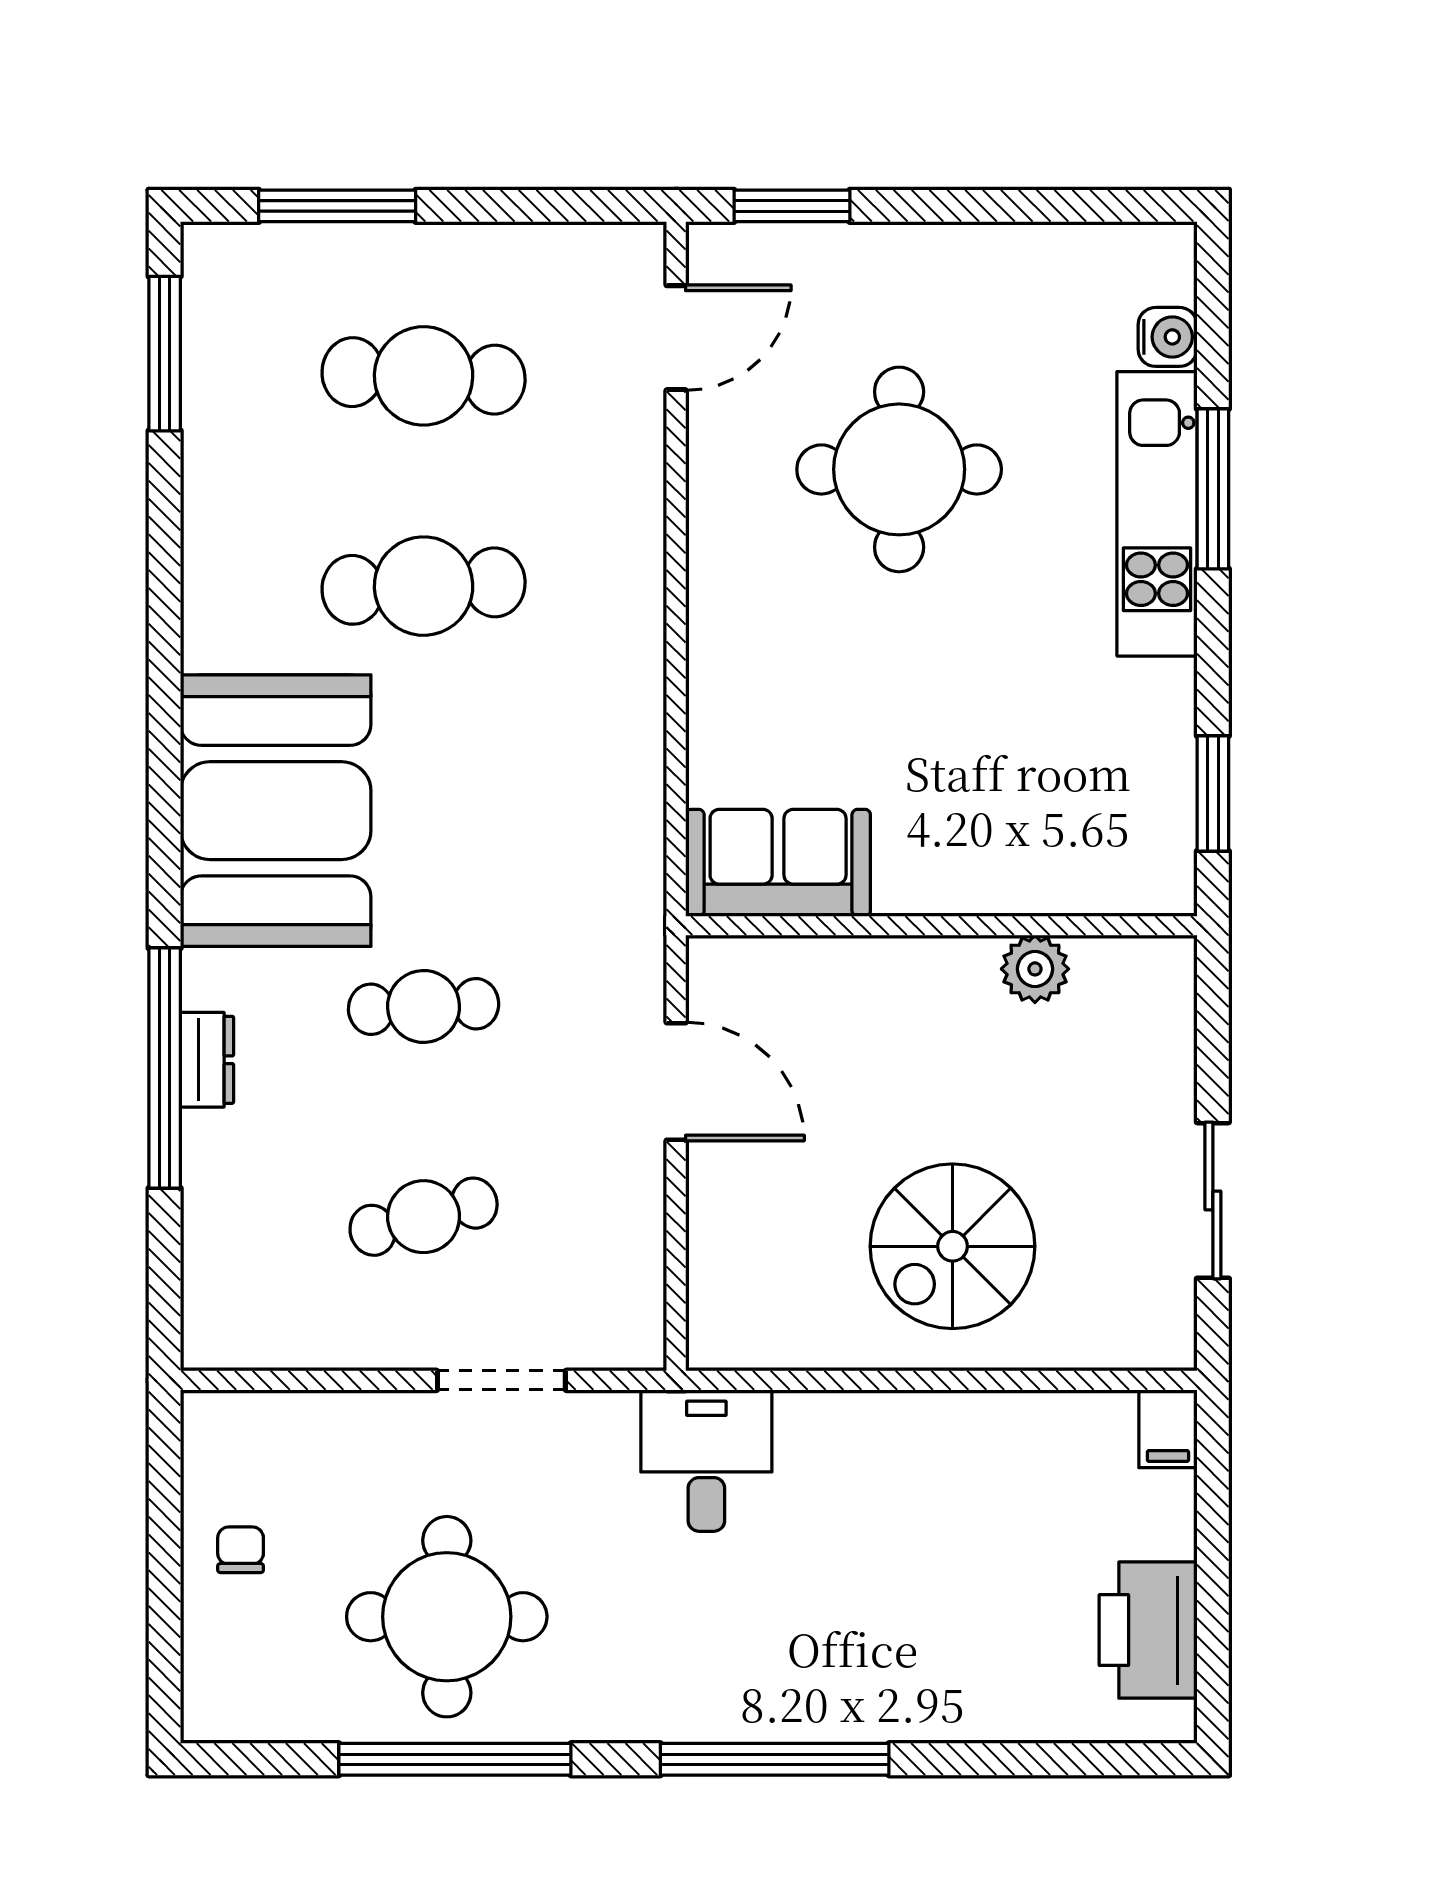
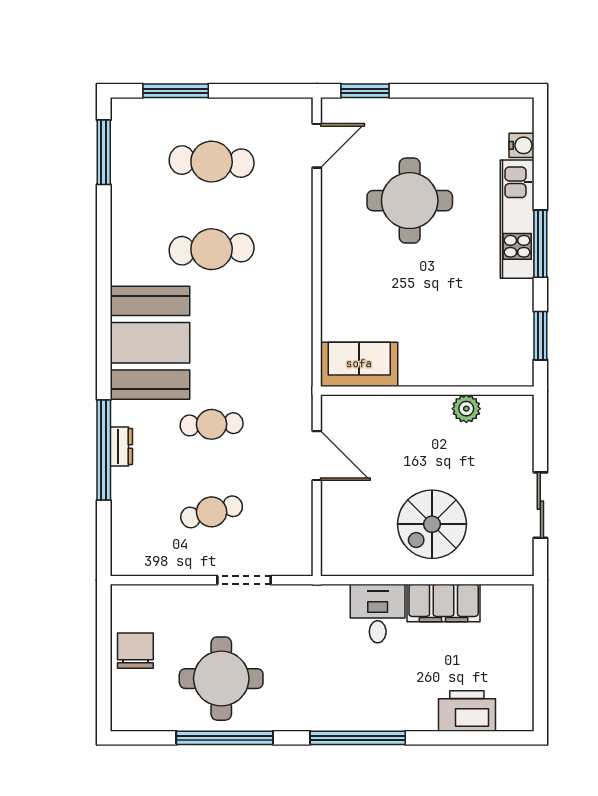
window: (1213, 489) -> (540, 244), moved
filing cabinet: (1168, 1429) -> (444, 603), moved, width x3.00, depth x1.17
desk: (706, 1461) -> (378, 613), moved
chair: (241, 1550) -> (135, 651), width x1.87, depth x1.87
printer: (1148, 1630) -> (467, 711), moved, turned 90

